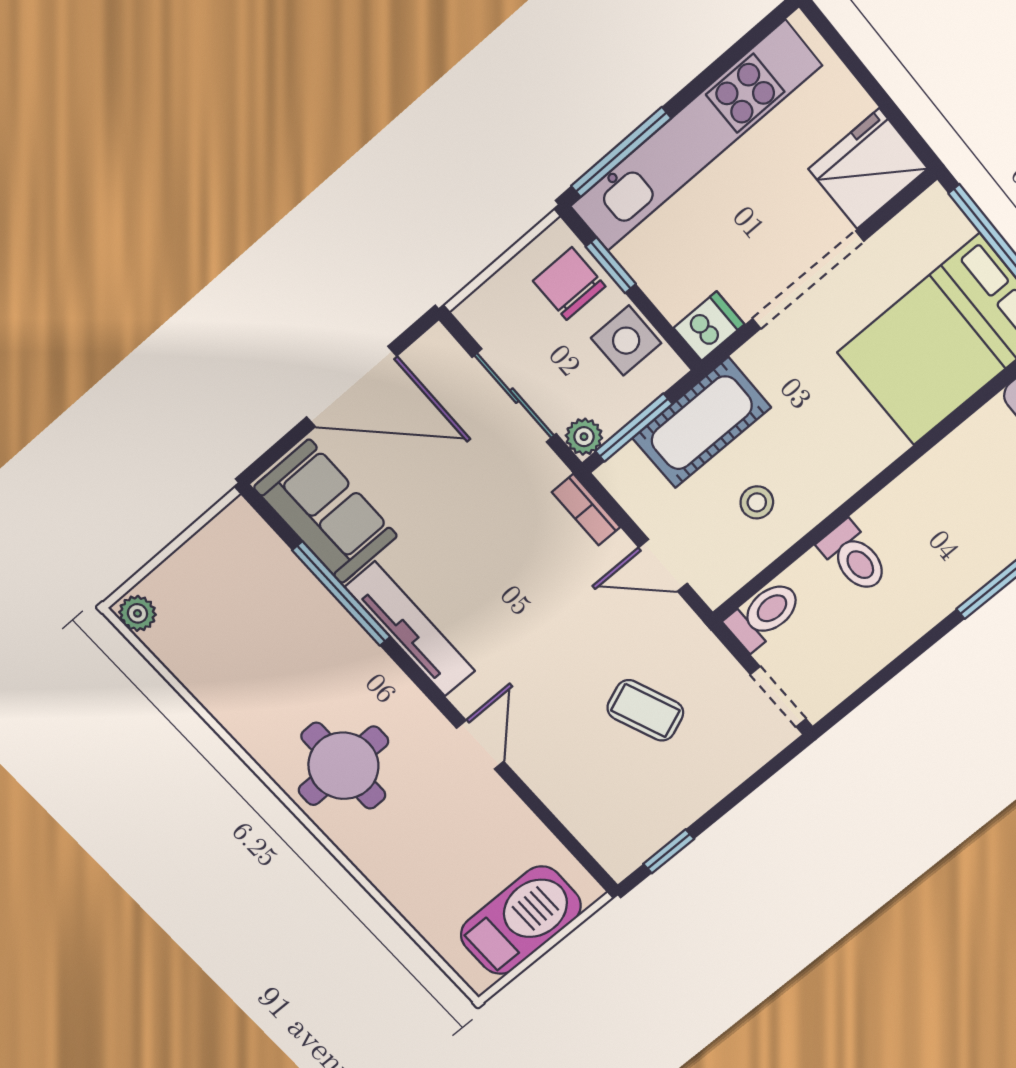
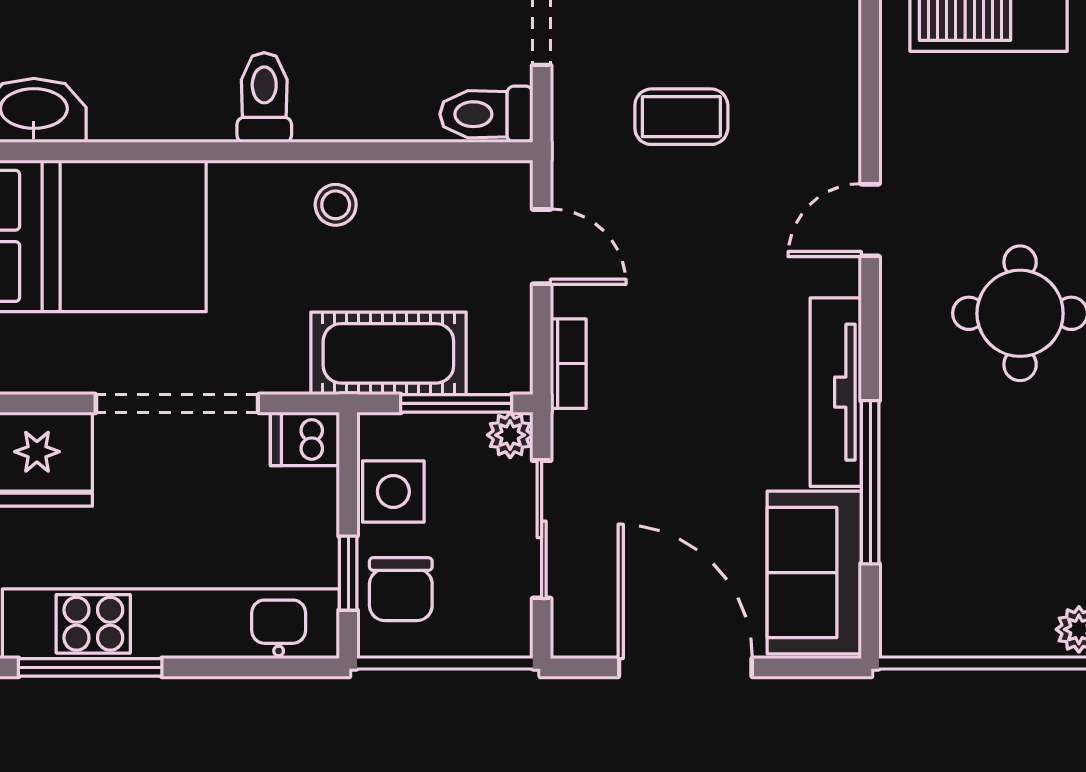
window: (621, 152) -> (90, 667), moved
stool: (757, 502) -> (336, 205), moved
toilet: (854, 557) -> (264, 98), moved
coffee table: (645, 710) -> (681, 117), turned -68

